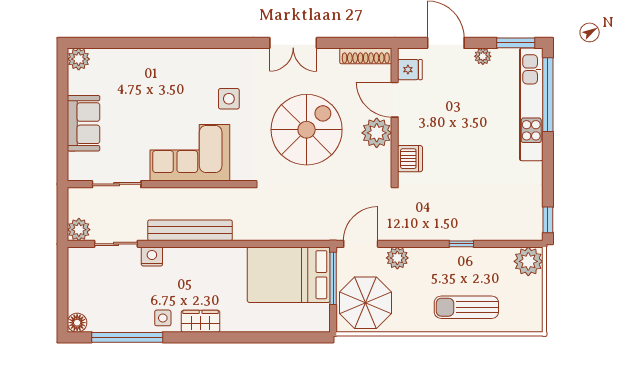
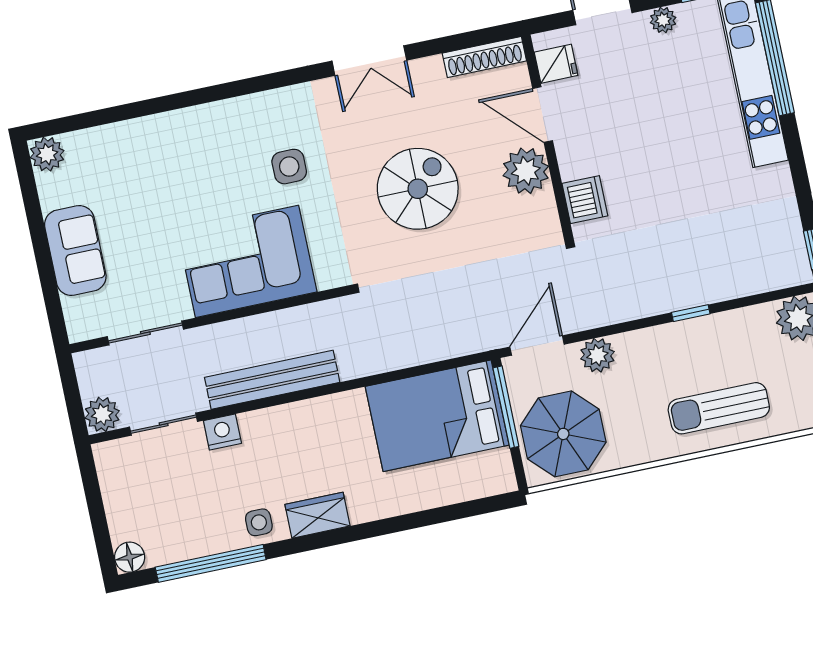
spiral stairs: (307, 130) -> (418, 189), width x0.73, depth x0.73

